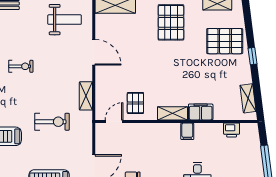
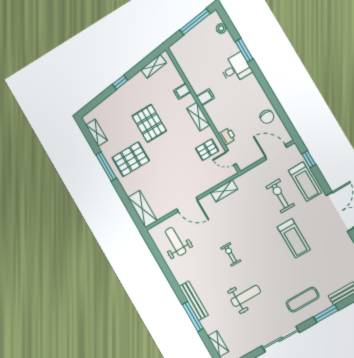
pallet: (225, 41) -> (149, 123), moved
door: (94, 52) -> (187, 205), swing flipped
filing cabinet: (201, 112) -> (182, 91), width x0.50
exercise bike: (52, 122) -> (280, 196), moved
printer: (232, 130) -> (227, 136), moved

